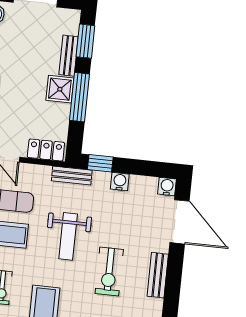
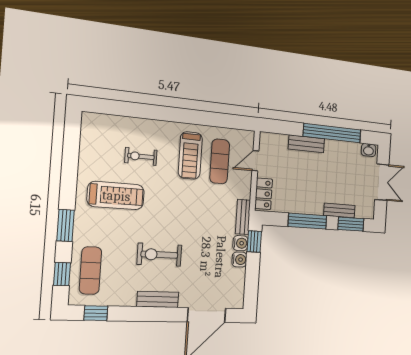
shower: (60, 89) -> (313, 204), removed
water cooler: (167, 187) -> (240, 243), moved
weight bench: (68, 236) -> (190, 216), removed

